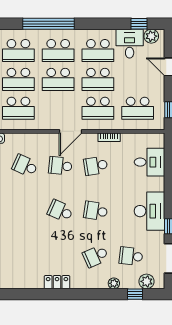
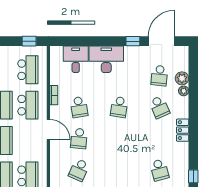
school desk: (60, 211) -> (159, 170), moved, turned -39
desk: (149, 211) -> (106, 59), moved
plant: (146, 281) -> (182, 78), moved
locker: (57, 282) -> (183, 130), moved
window: (135, 294) -> (193, 176), moved

